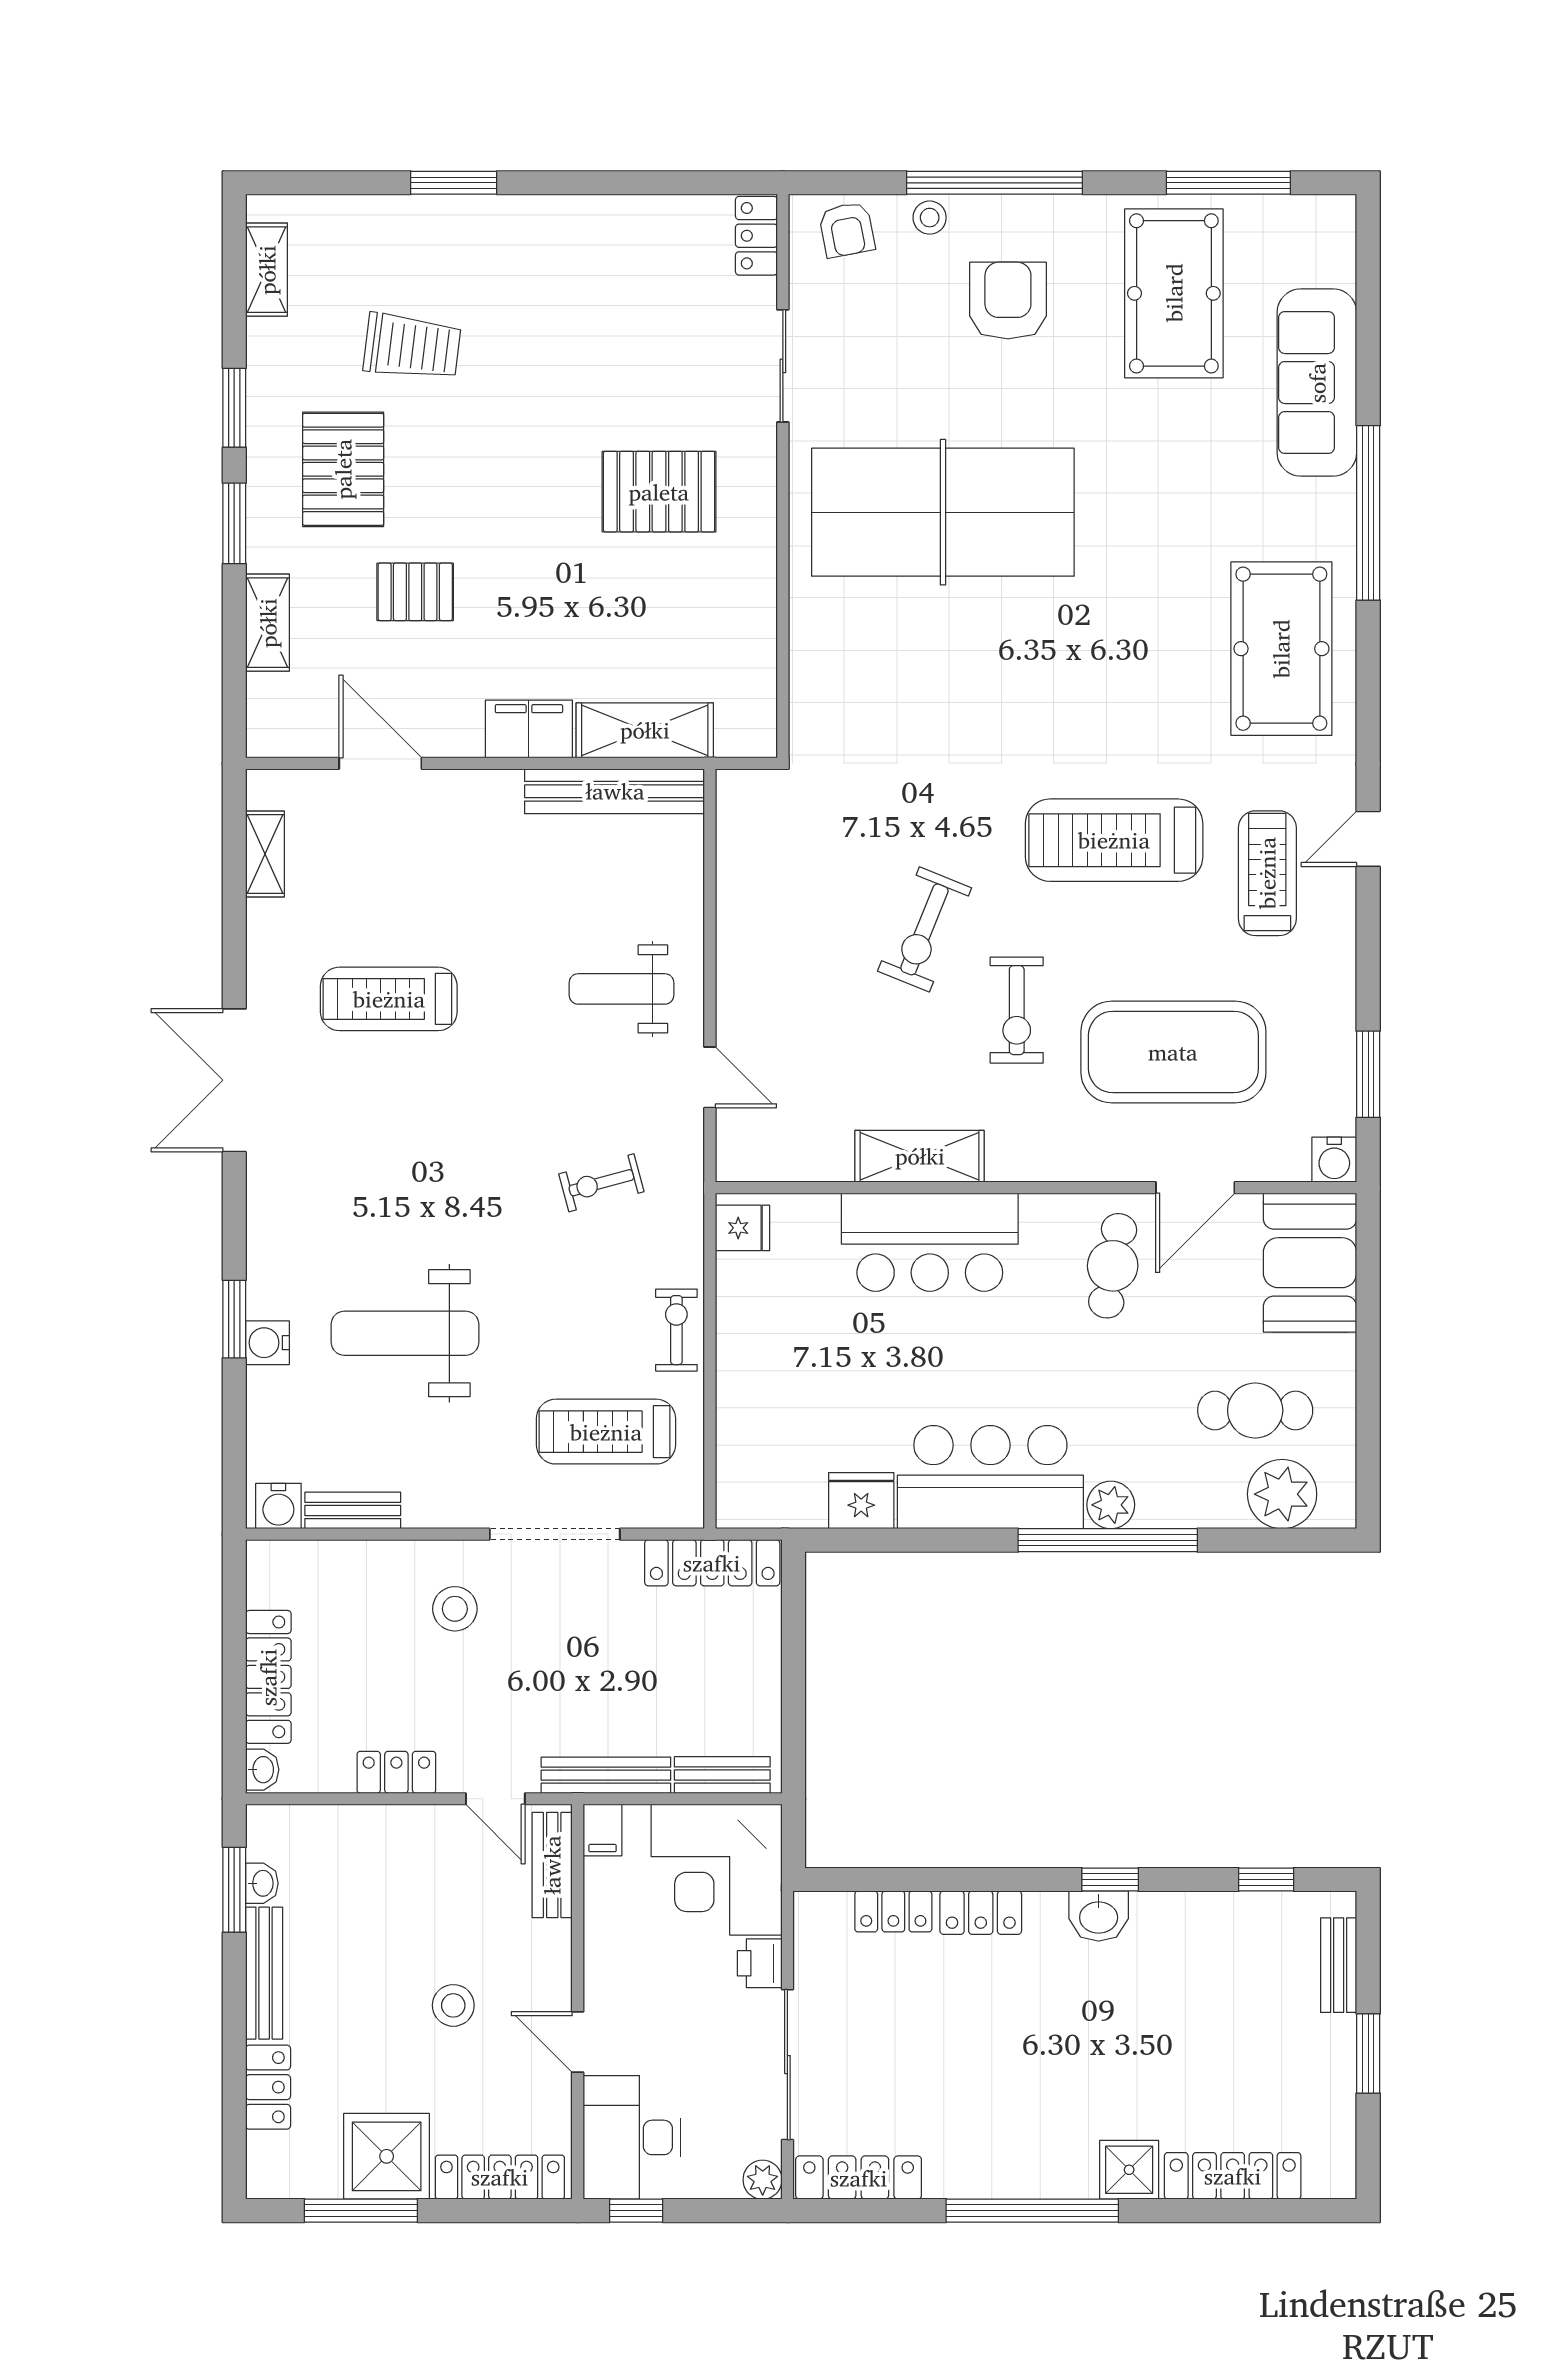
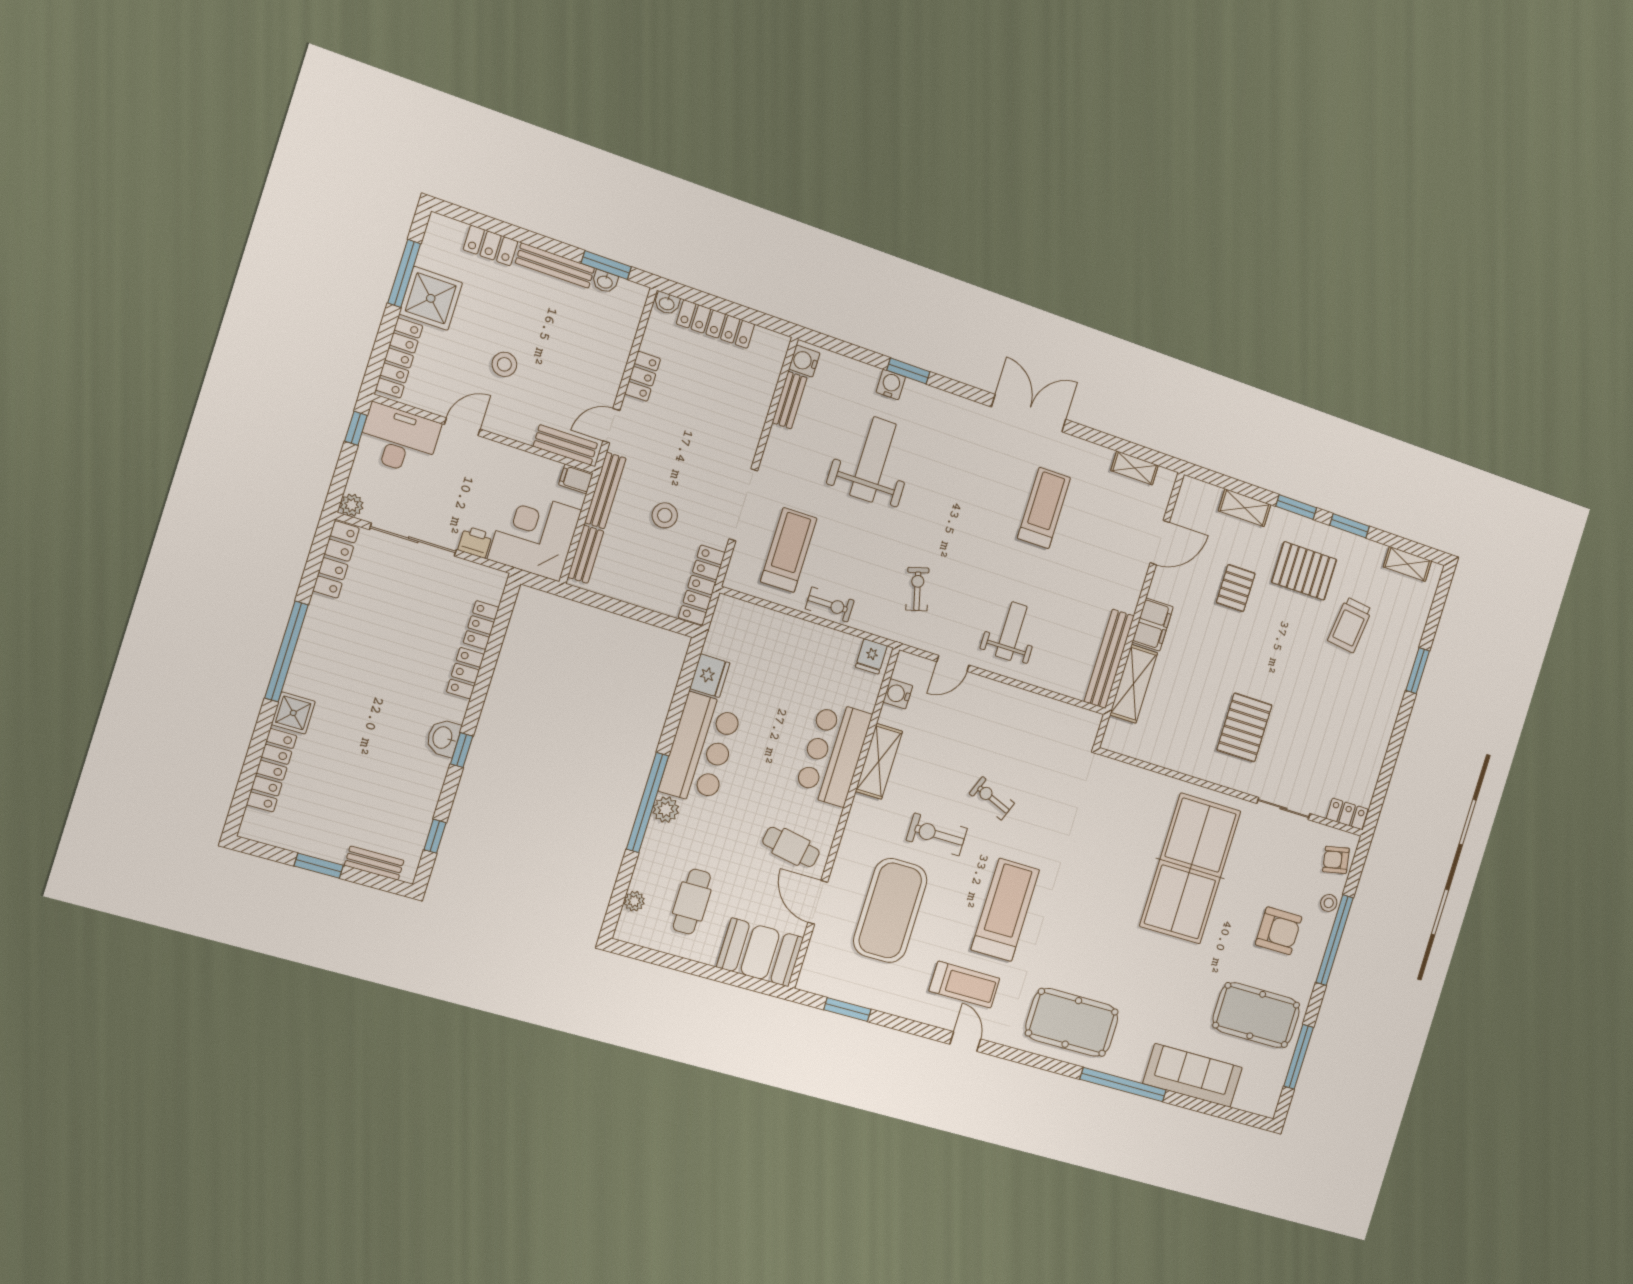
exercise bike: (924, 929) -> (992, 798), width x0.73, depth x0.72
water cooler: (1334, 1160) -> (898, 694), moved
plant: (1282, 1494) -> (634, 901), width x0.53, depth x0.53
stool: (455, 1609) -> (665, 515), moved

